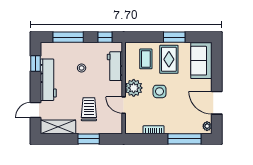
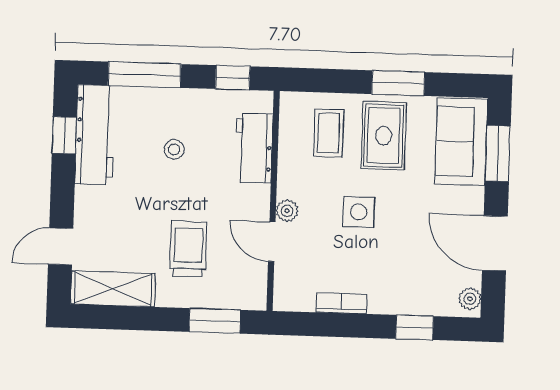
window: (217, 65) -> (498, 153), added
workbench: (48, 80) -> (95, 135), moved
plant: (134, 88) -> (287, 211), width x0.53, depth x0.53
window: (89, 139) -> (215, 321), moved
window: (184, 139) -> (415, 327), width x0.46

